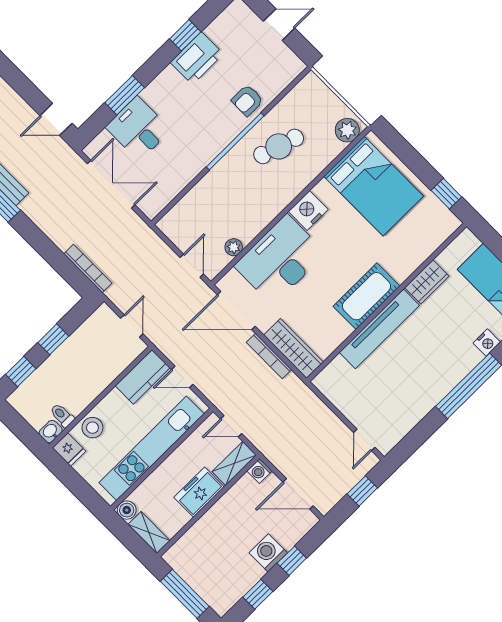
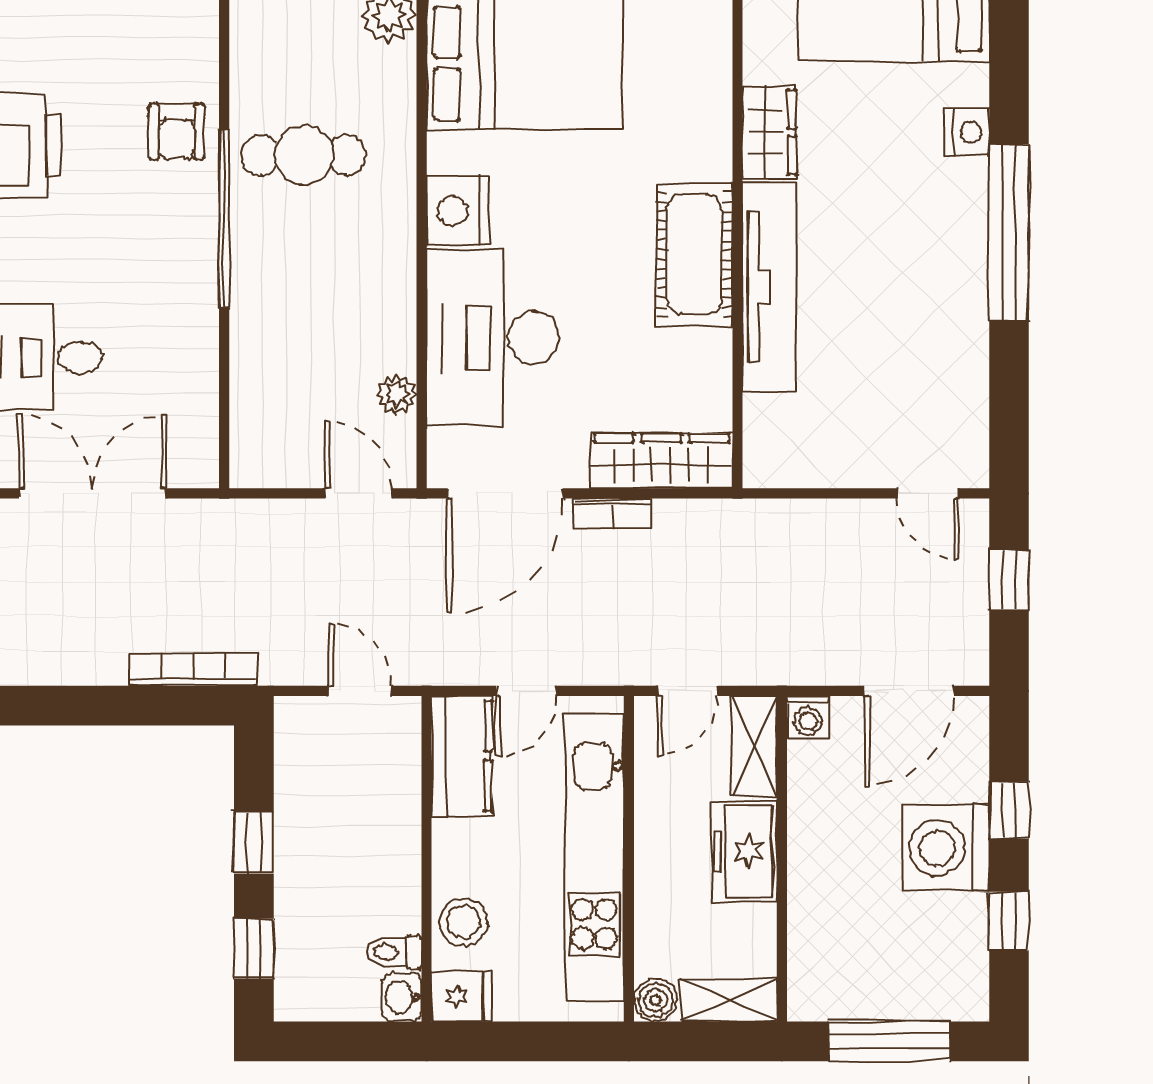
cafe table: (279, 146) -> (304, 155), turned 73
bookcase: (269, 356) -> (612, 514), width x0.64
washing machine: (268, 553) -> (946, 848), width x1.37, depth x1.37

